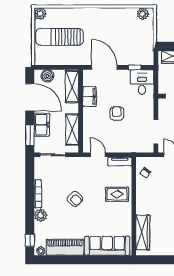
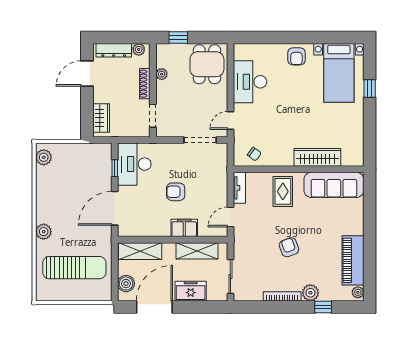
plant: (40, 14) -> (44, 232), moved
sun lounger: (60, 37) -> (74, 268), turned -90
desk: (142, 82) -> (134, 164), width x1.37
filing cabinet: (90, 96) -> (184, 228), moved
window: (30, 135) -> (205, 307), removed
armchair: (75, 199) -> (289, 247), turned -66
wardrobe: (143, 232) -> (317, 157), moved
window: (30, 240) -> (323, 307), moved
sofa: (107, 246) -> (334, 185), moved, turned -90

